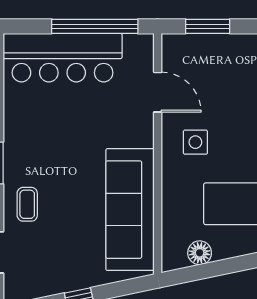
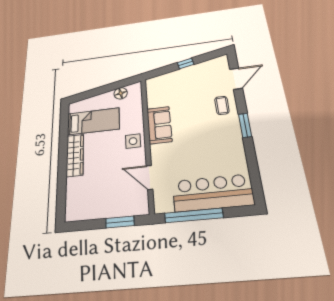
side table: (195, 142) -> (133, 141), moved
sofa: (130, 210) -> (159, 125), width x0.54, depth x0.79

